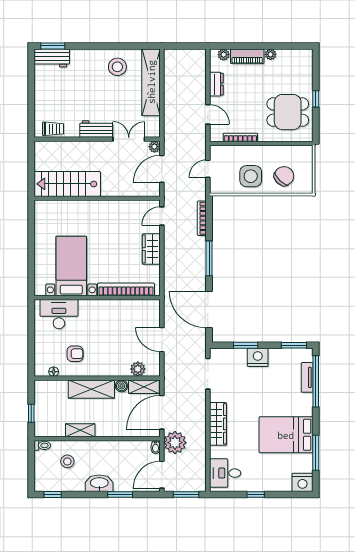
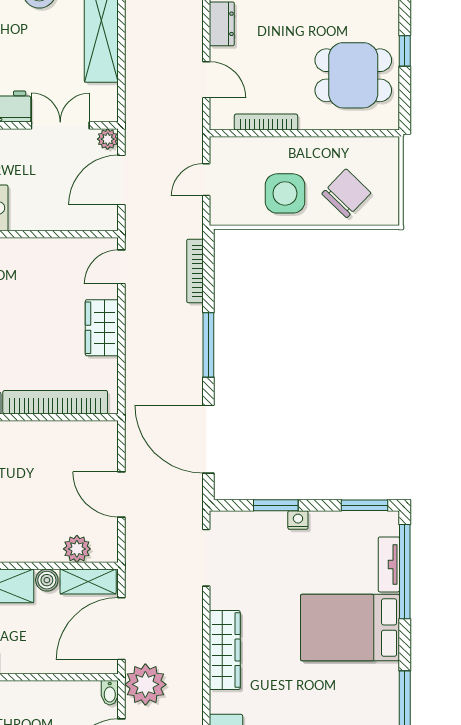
nightstand: (258, 357) -> (298, 520), width x0.53, depth x0.56
bed: (286, 435) -> (350, 628), moved

